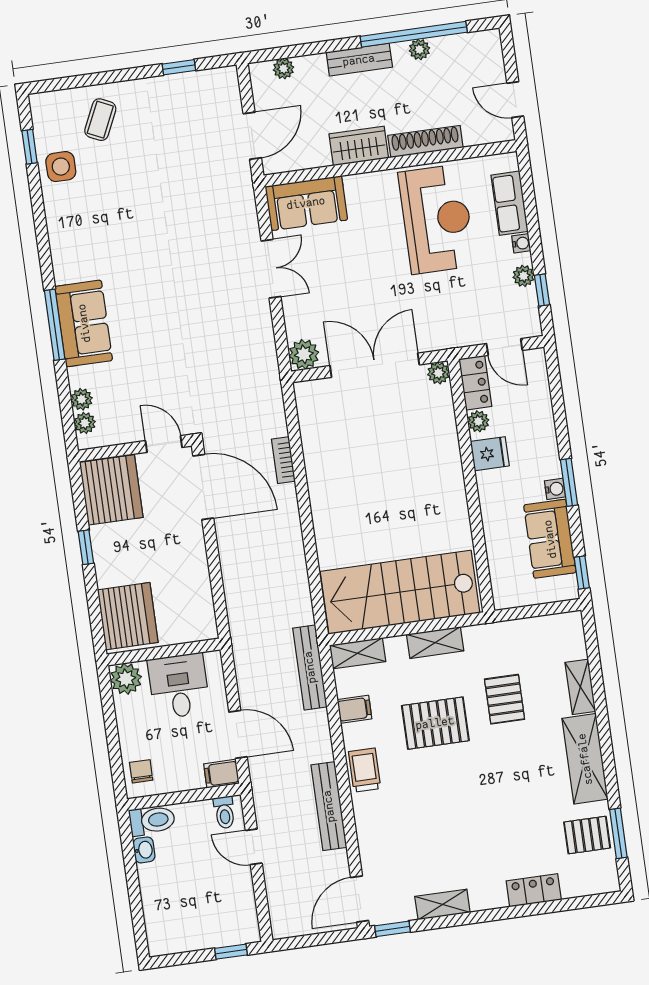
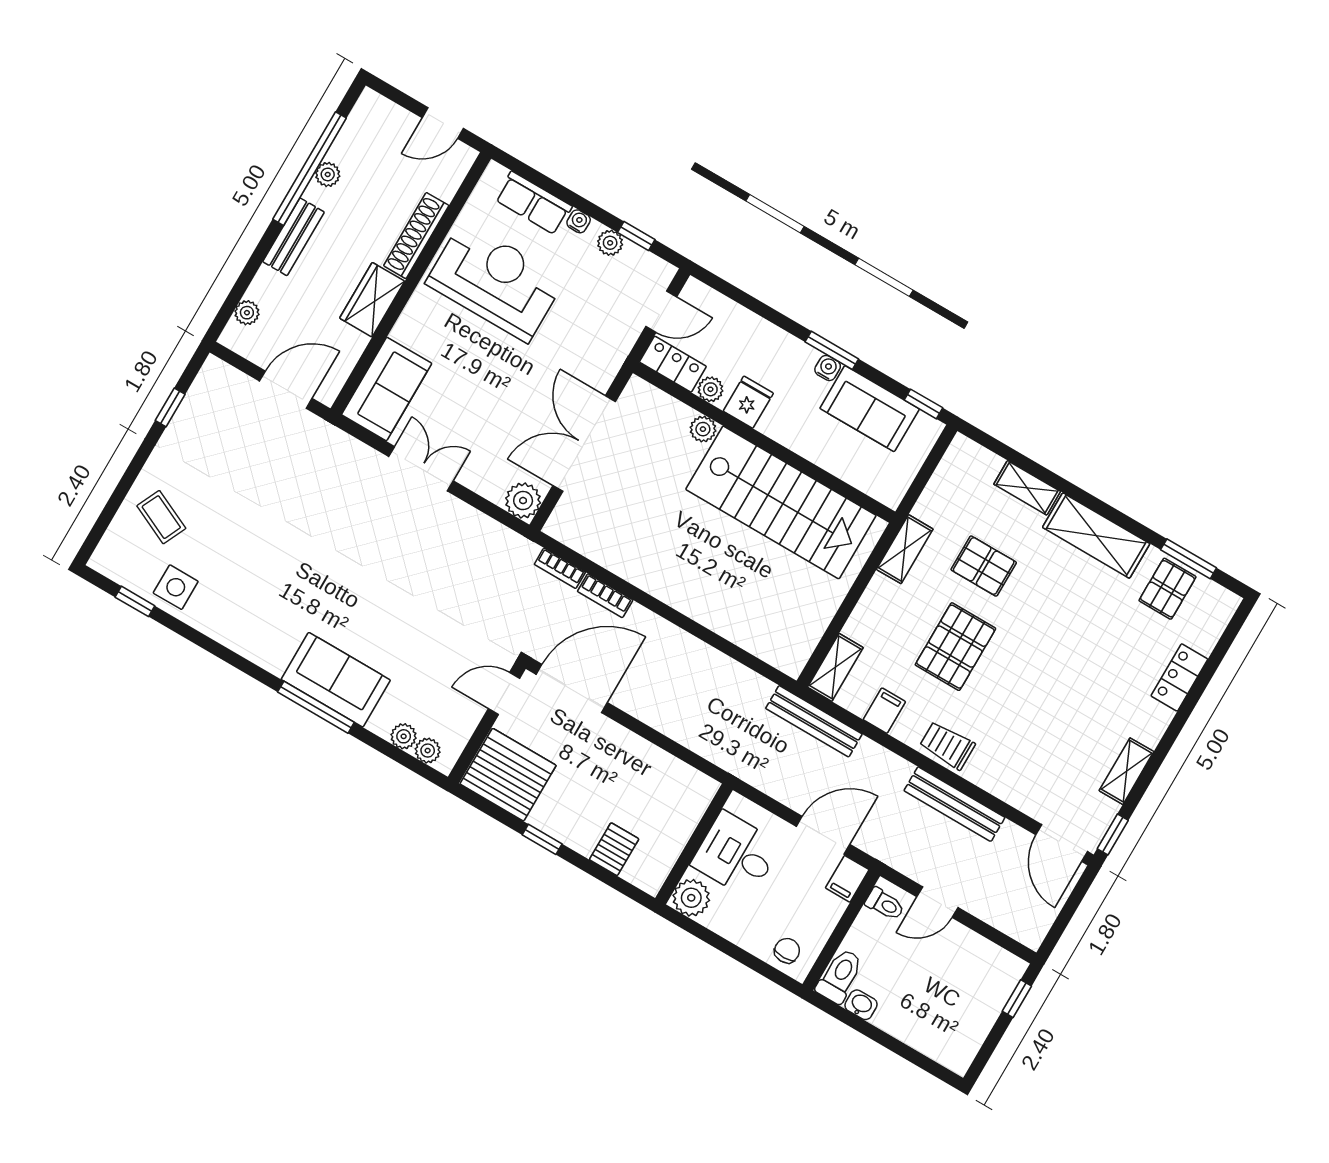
door: (252, 136) -> (286, 390), hinge flipped
plant: (438, 373) -> (703, 429), moved
bookcase: (278, 415) -> (560, 568), added
stairs: (400, 592) -> (781, 502), moved, turned -90
server rack: (128, 616) -> (614, 849), width x0.46, depth x0.70
shelving: (435, 643) -> (905, 549), moved
chair: (141, 771) -> (787, 951), turned 90

